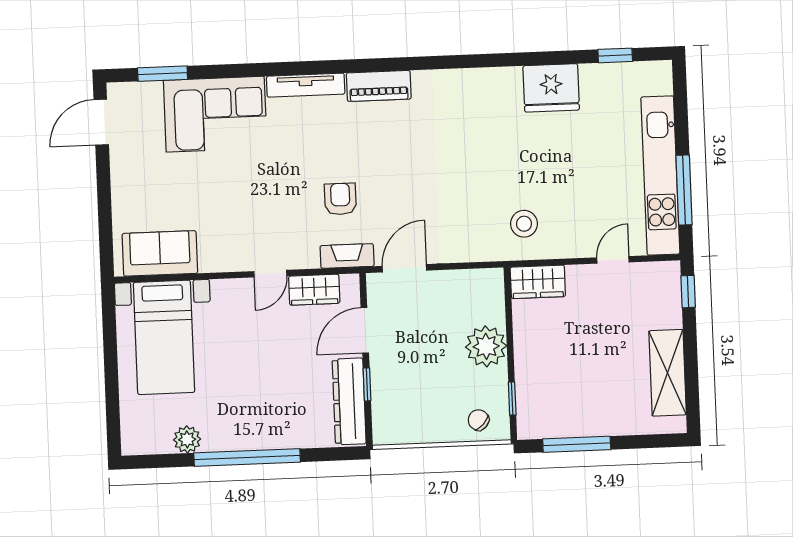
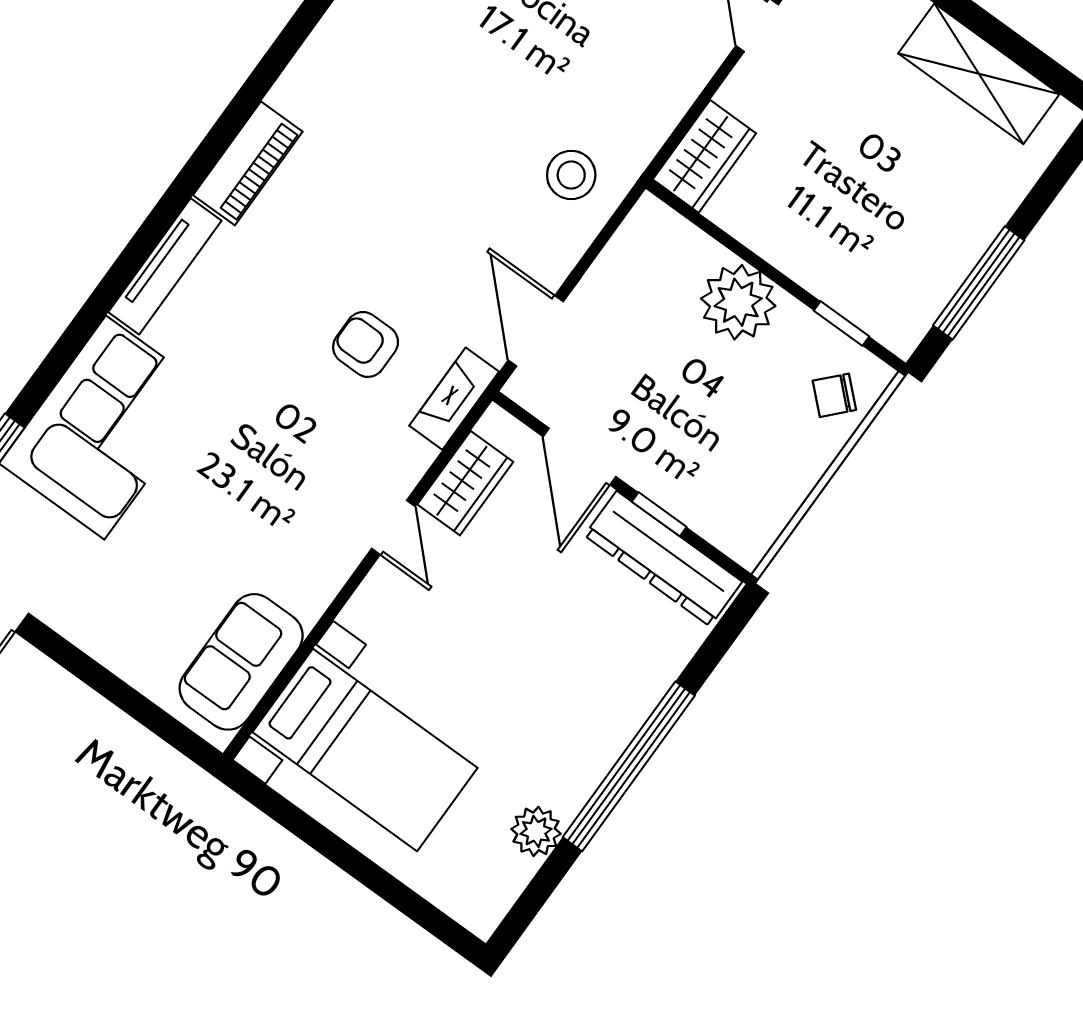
stool: (524, 224) -> (571, 175), moved

